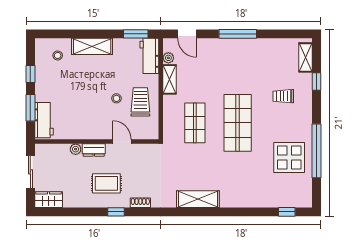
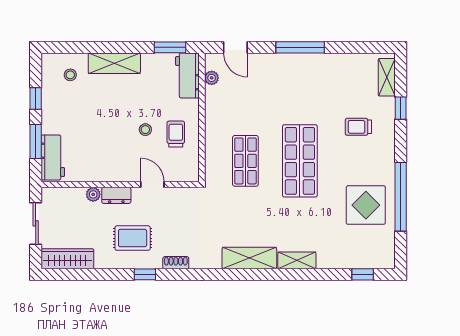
shelving: (170, 79) -> (297, 260), moved, turned 90
trolley: (140, 102) -> (176, 134), width x0.73, depth x0.72
wardrobe: (49, 200) -> (67, 259), width x1.50

